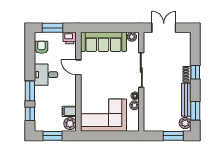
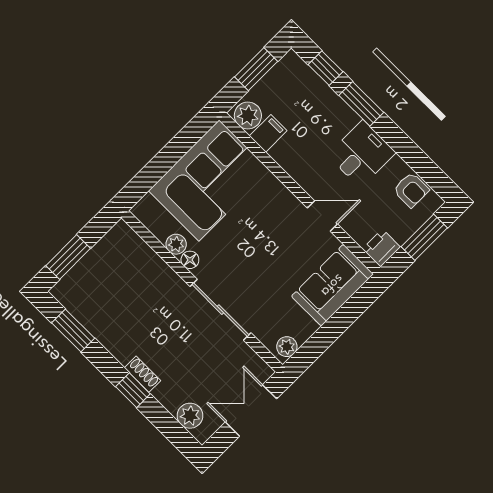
double door: (164, 28) -> (251, 410), swing flipped
sofa: (103, 42) -> (332, 285), width x0.73
bench: (186, 100) -> (104, 333), removed
plant: (185, 123) -> (190, 416), moved

